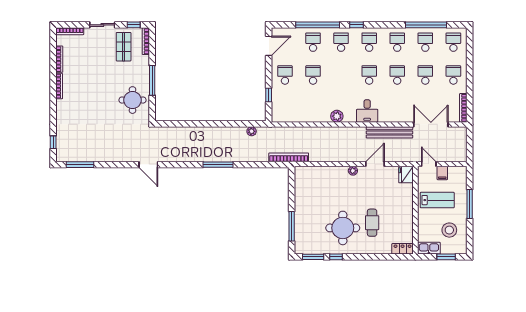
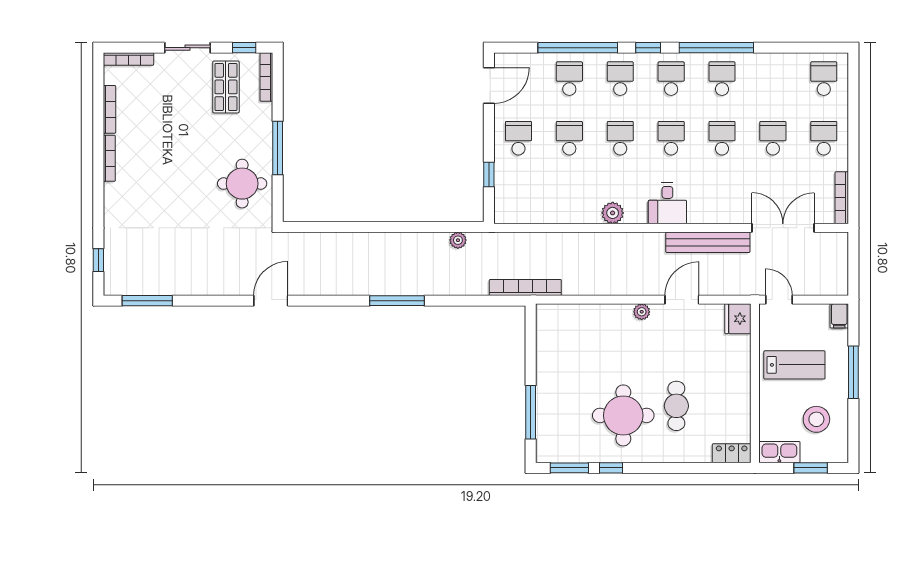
window: (426, 25) -> (716, 48), moved
school desk: (425, 42) -> (620, 138), moved
door: (148, 165) -> (271, 301), swing flipped
filing cabinet: (442, 173) -> (839, 316), moved

